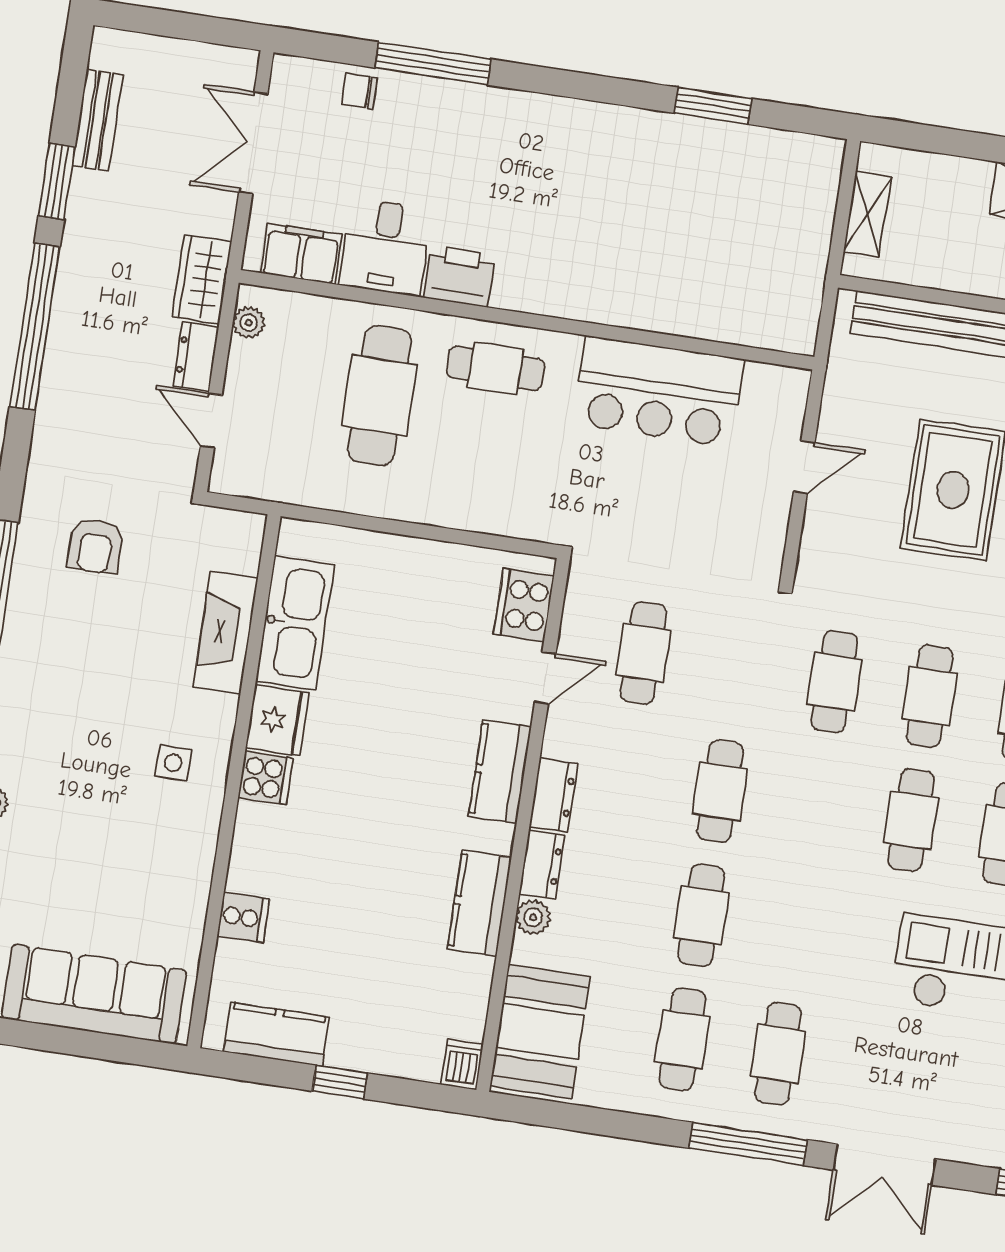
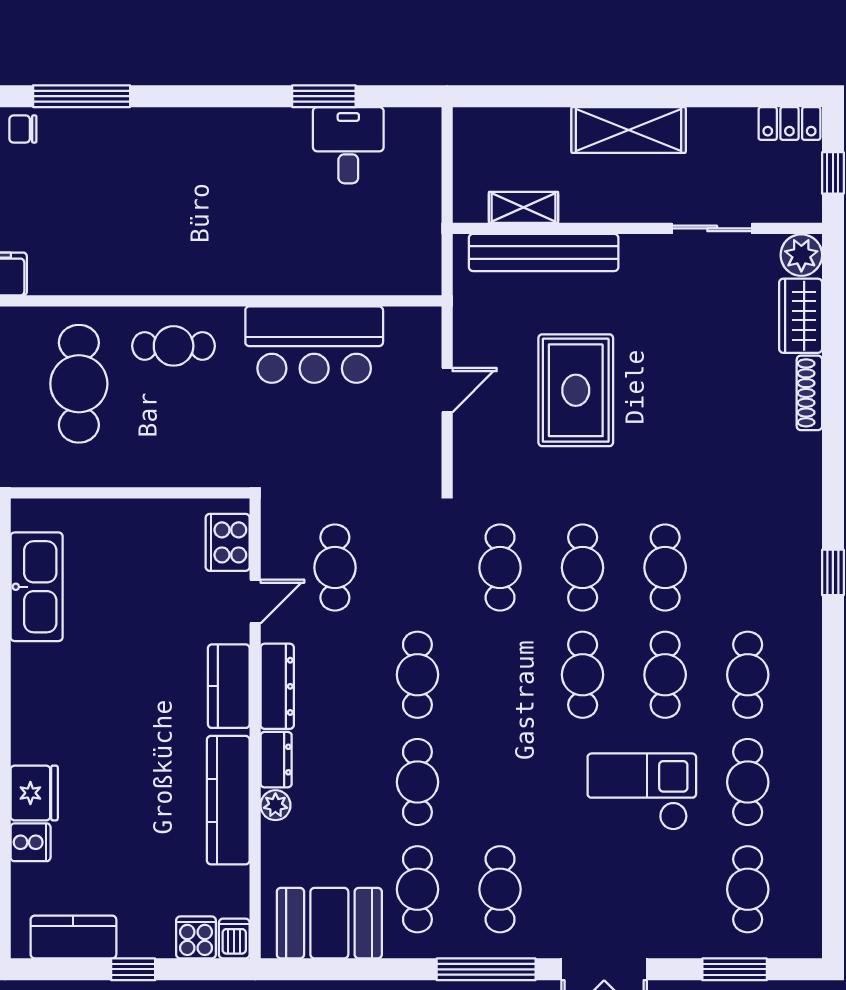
shelving: (867, 214) -> (523, 207), moved, turned 90
desk: (386, 247) -> (348, 145), moved, turned 180
printer: (460, 276) -> (131, 272), removed
fridge: (277, 720) -> (34, 793), moved
cooker: (266, 778) -> (196, 937), moved, turned -90
dresser: (554, 795) -> (277, 686), width x1.44
kitchen counter: (479, 903) -> (228, 800), width x1.50
booth: (540, 1031) -> (329, 923), moved, turned 90

